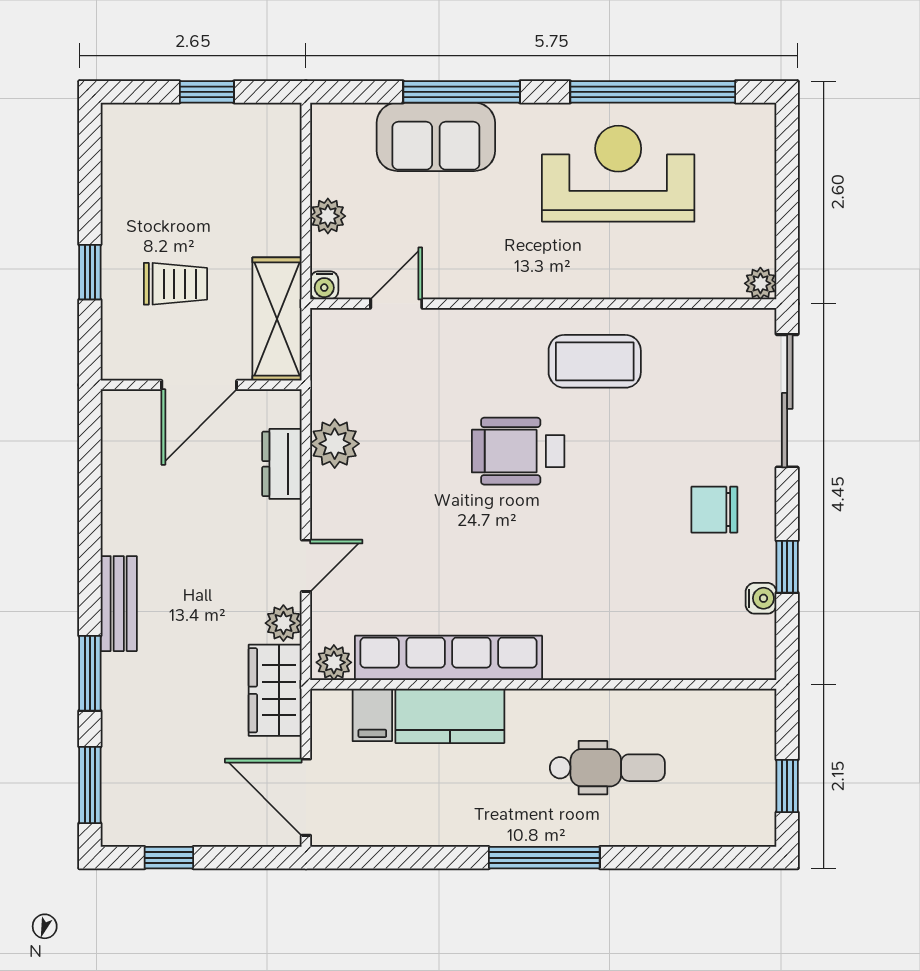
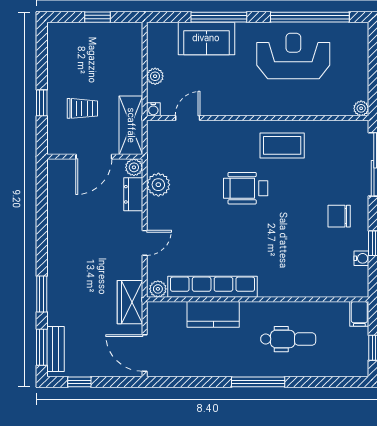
bench: (119, 604) -> (55, 349), moved
plant: (283, 623) -> (134, 167), moved
filing cabinet: (372, 715) -> (359, 314), moved

